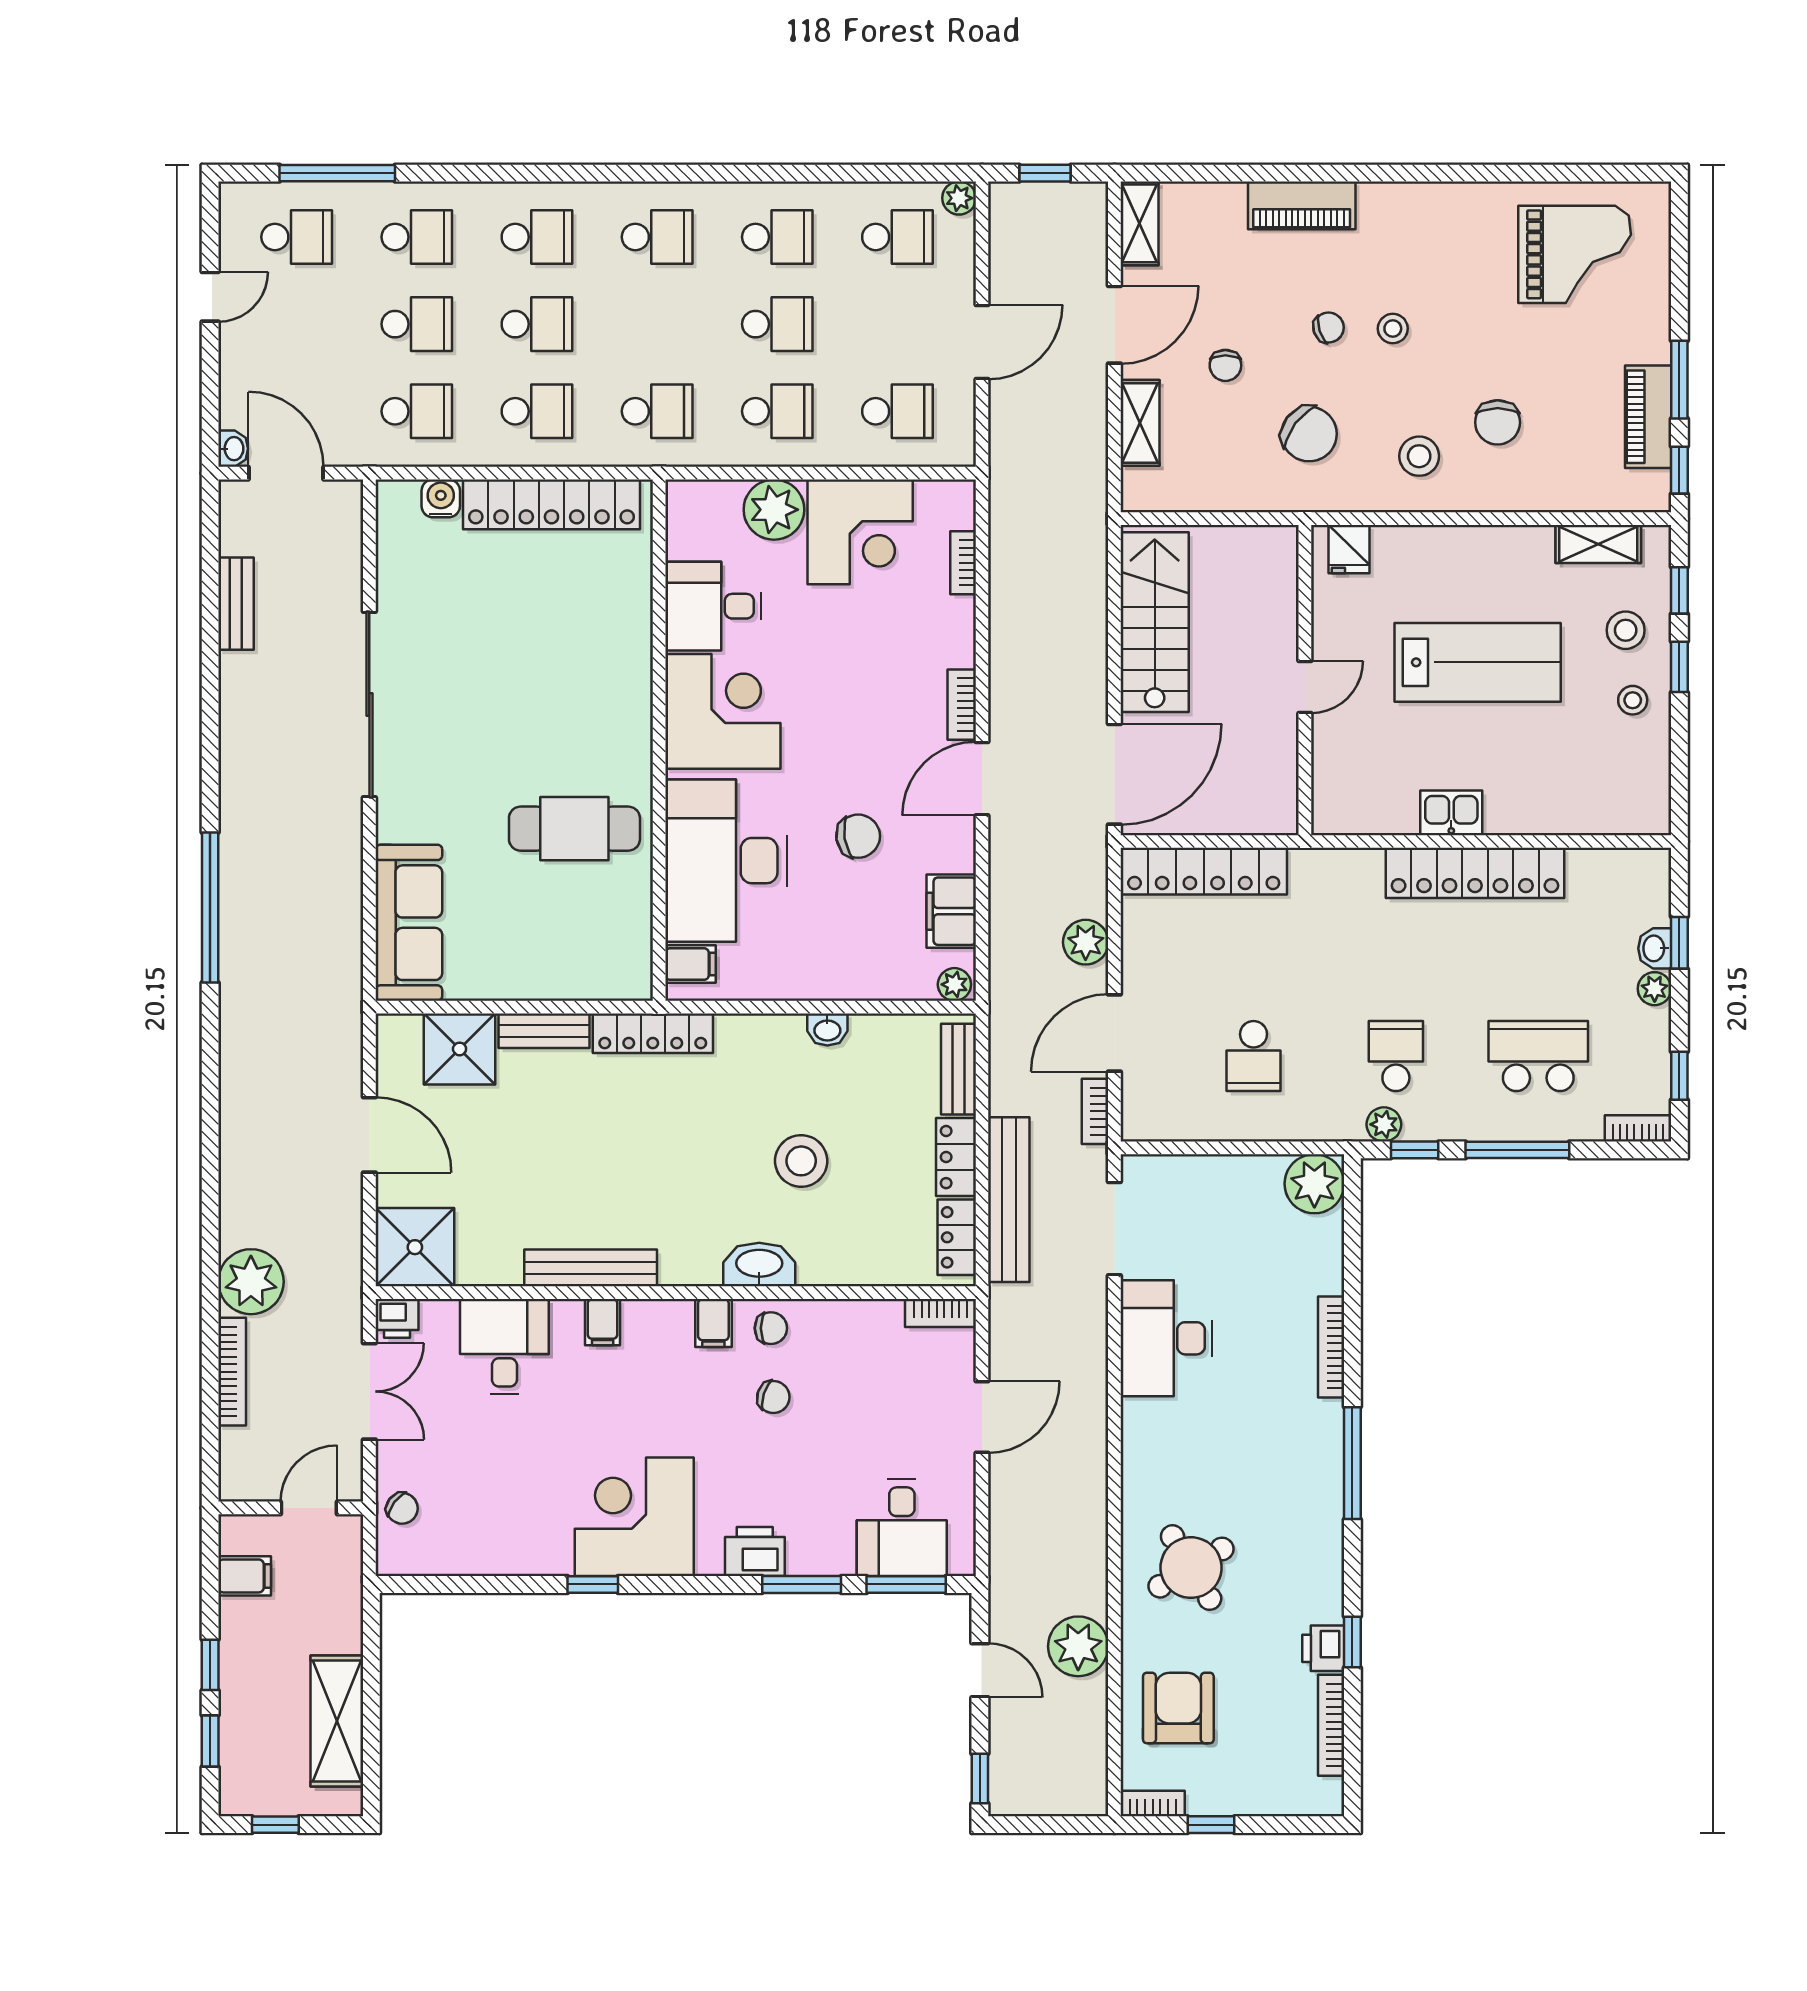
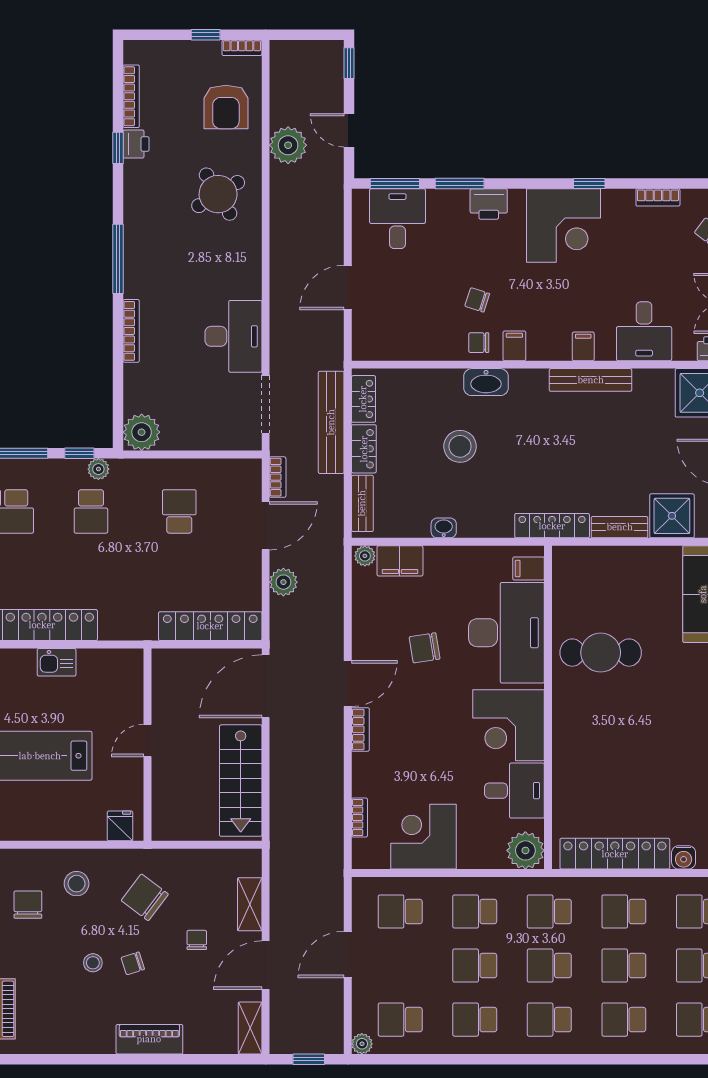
school desk: (657, 324) -> (549, 966), added
plant: (774, 510) -> (525, 850), moved
filing cabinet: (951, 911) -> (400, 561), moved, turned 90
bookcase: (940, 1313) -> (658, 197), moved, turned 180

